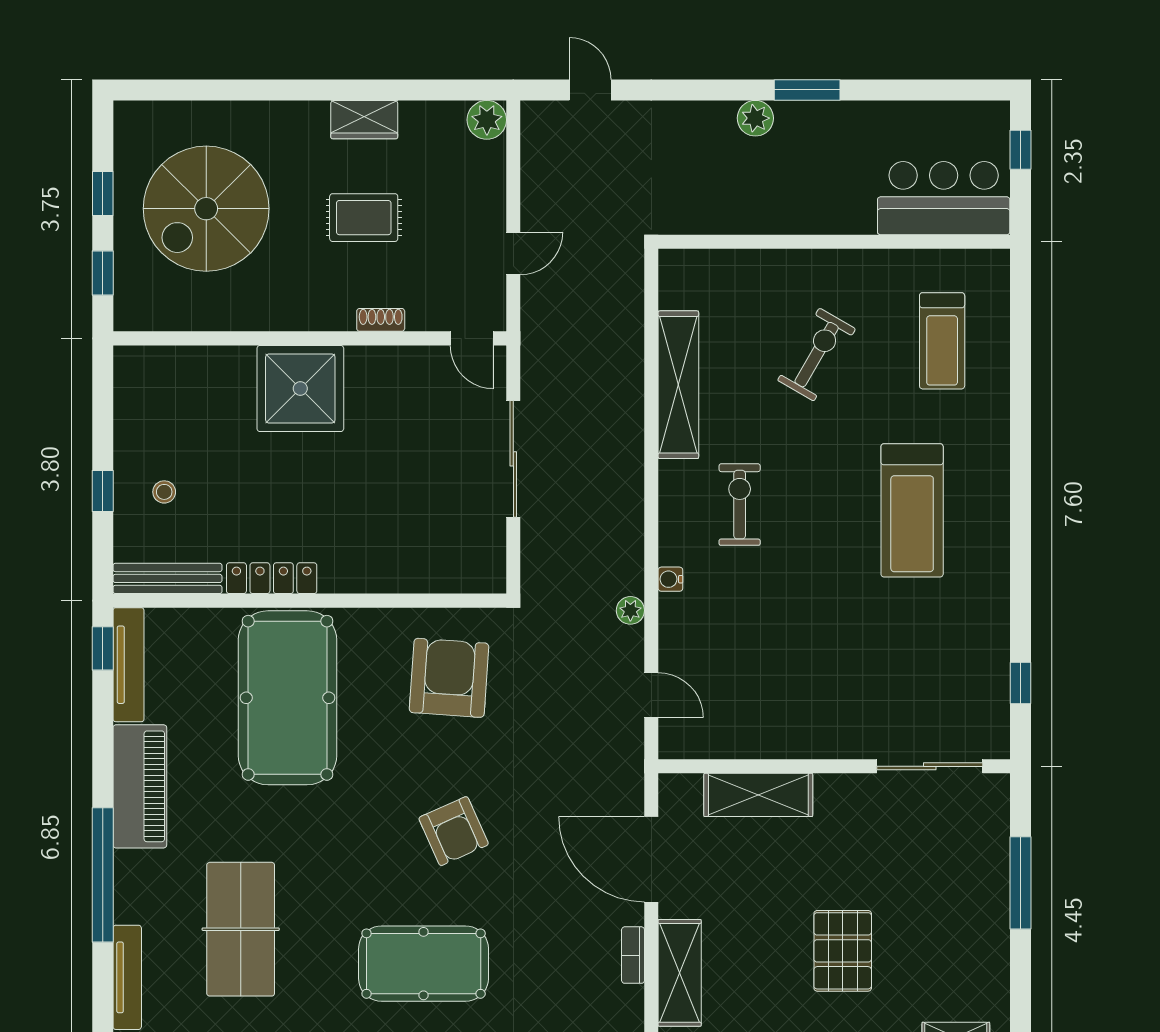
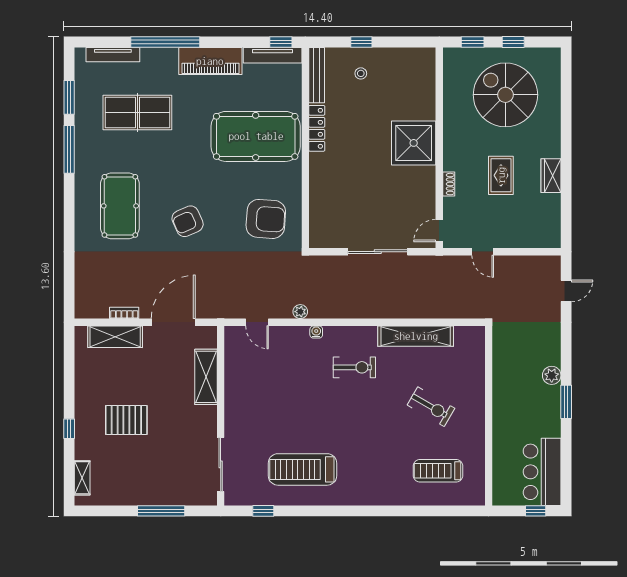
plant: (487, 120) -> (551, 238), removed
bar counter: (944, 198) -> (542, 472), moved, turned 180
treadmill: (912, 510) -> (303, 469), moved
door: (651, 695) -> (257, 322), hinge flipped

